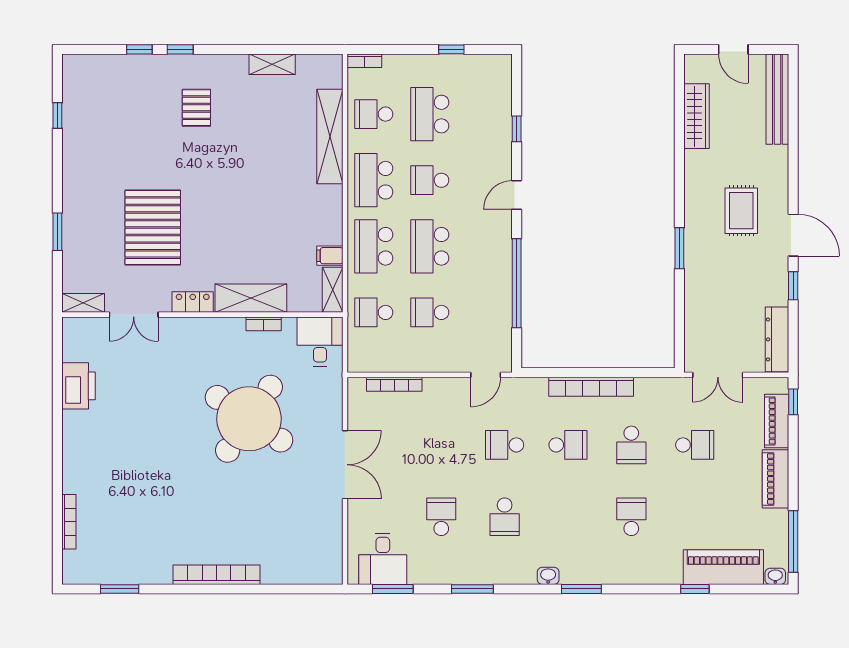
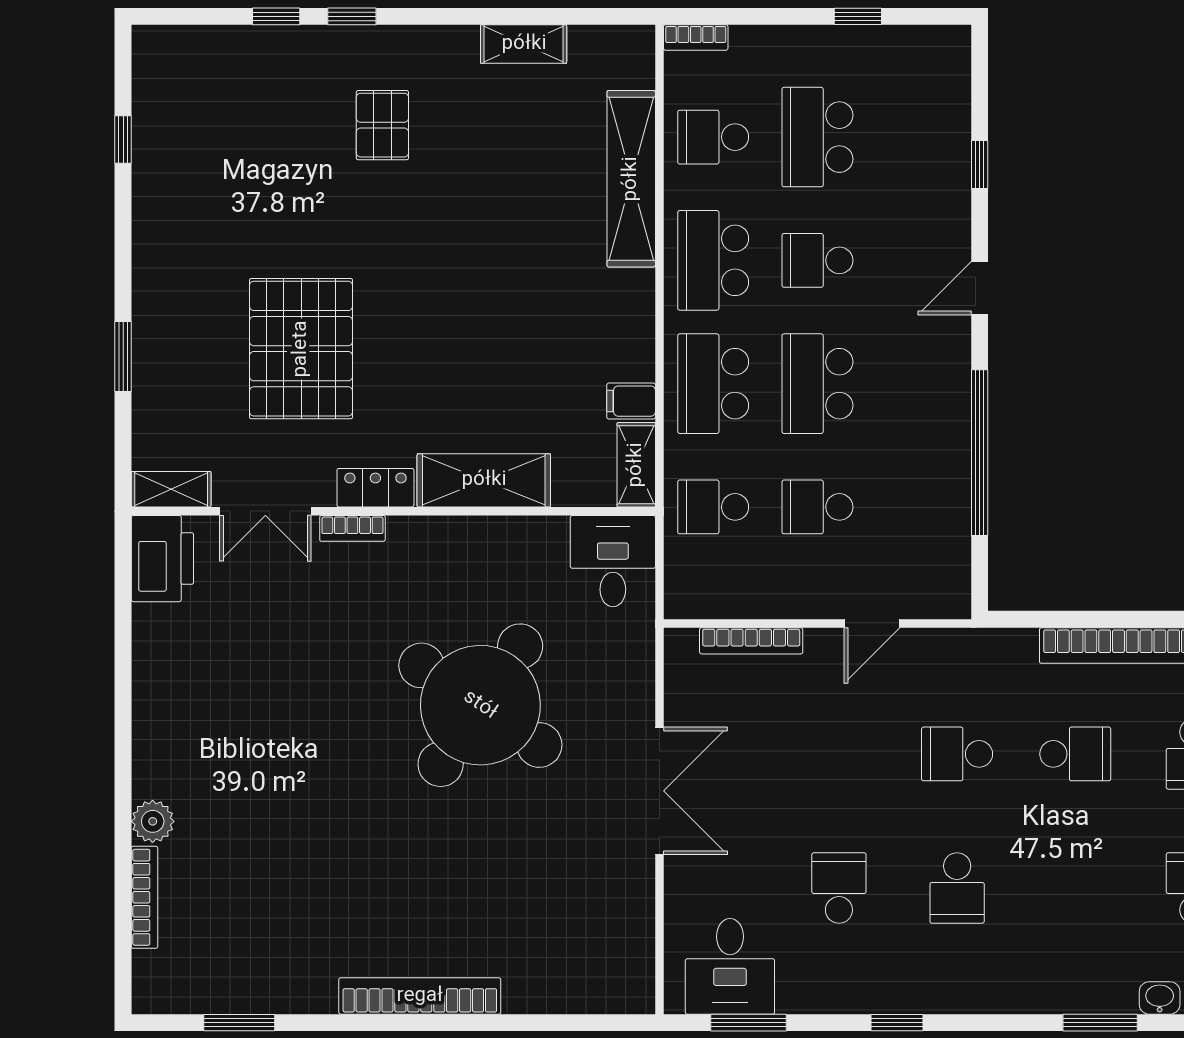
bookcase: (264, 324) -> (352, 528), moved
door: (486, 375) -> (872, 623), moved
printer: (78, 386) -> (162, 559), moved
plant: (73, 481) -> (153, 821), added
washbasin: (548, 576) -> (1160, 998), moved
window: (472, 589) -> (897, 1023), width x0.67

